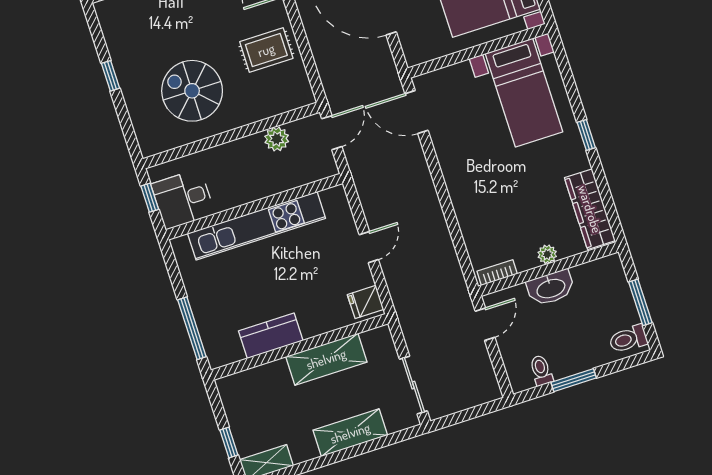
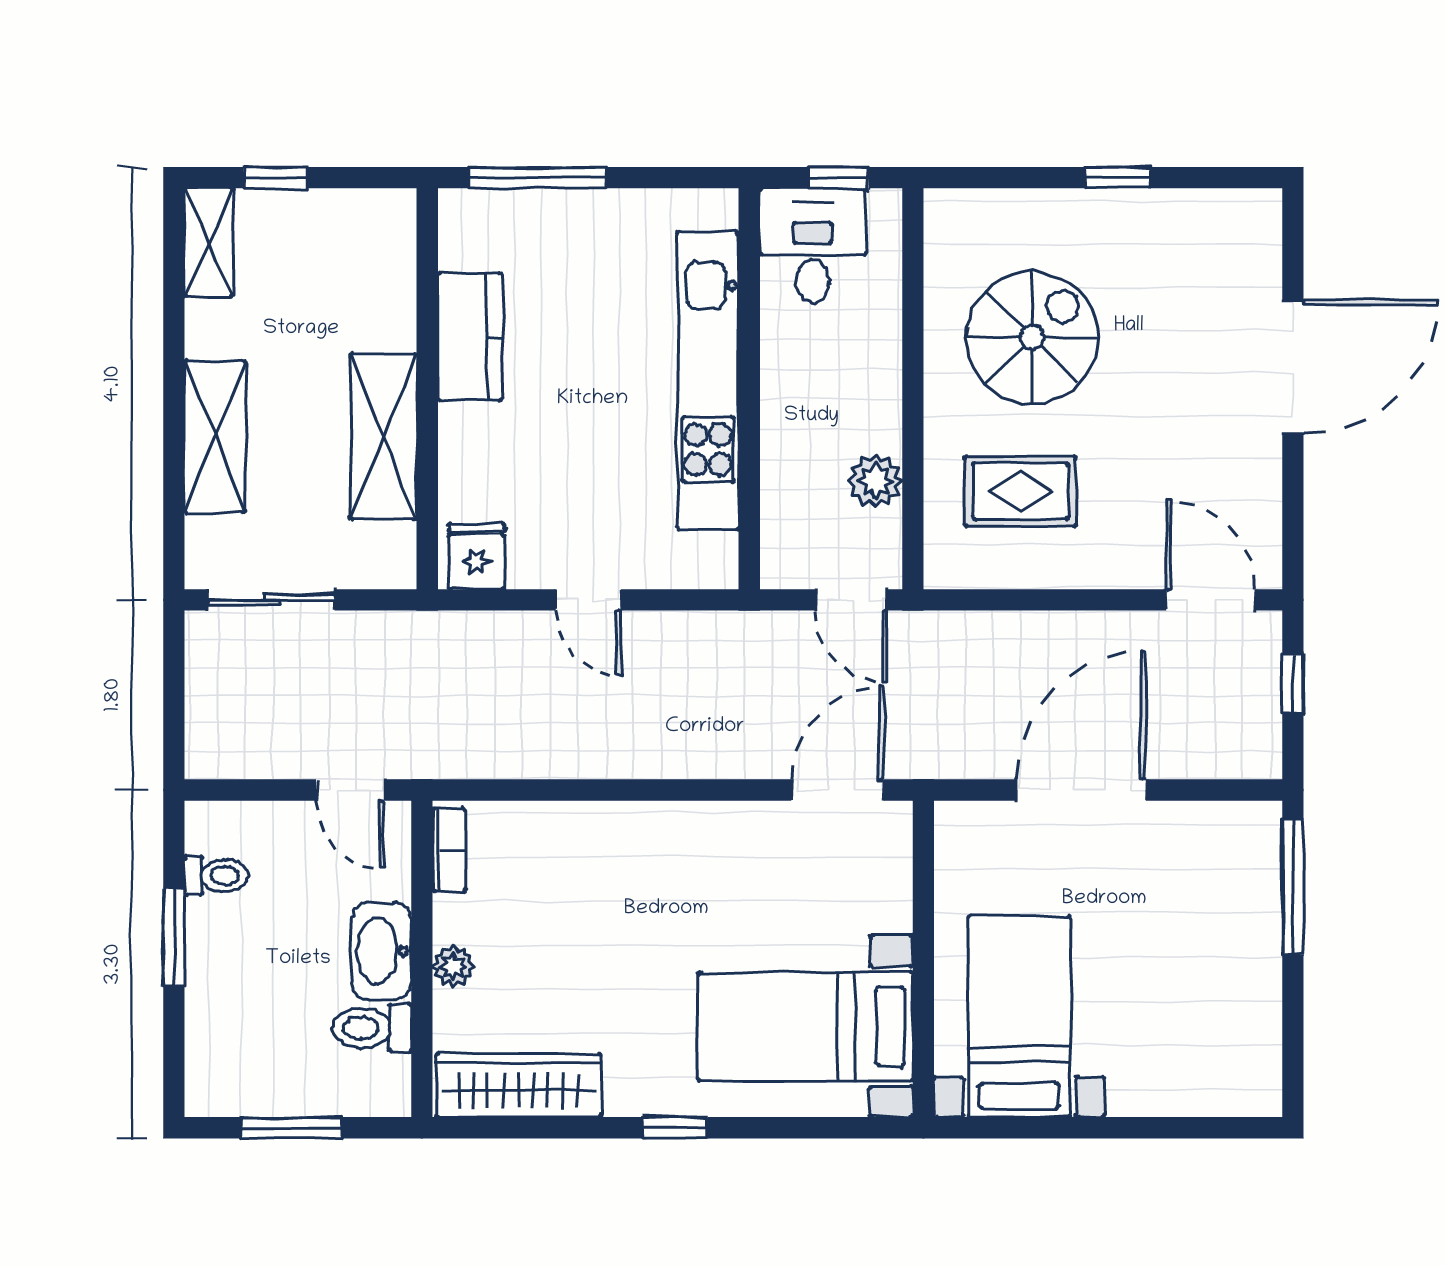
rug: (266, 50) -> (1021, 491), moved, turned 90
toilet: (628, 339) -> (372, 1028), moved, turned -90

